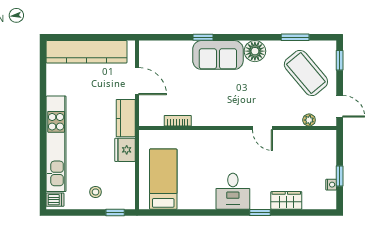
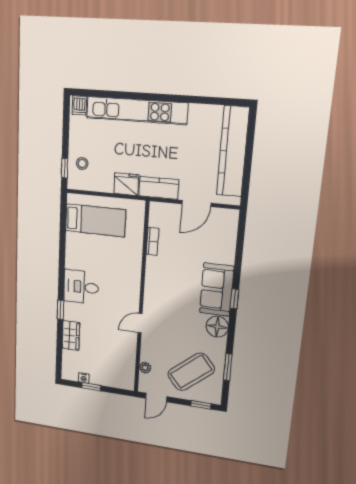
window: (203, 37) -> (234, 299), moved
stool: (96, 192) -> (82, 163), moved

